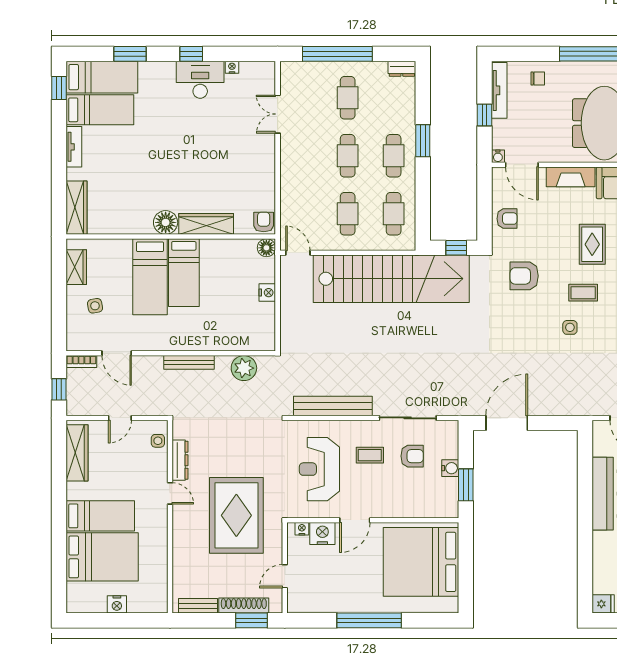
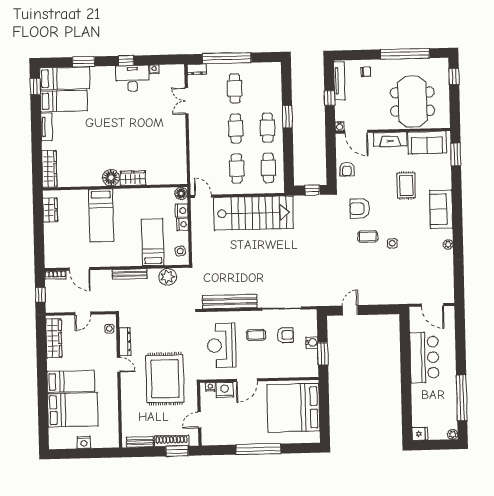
dresser: (402, 69) -> (197, 69), moved
armchair: (507, 219) -> (347, 169), turned 90
armchair: (264, 222) -> (179, 176), removed
wardrobe: (206, 224) -> (133, 178), width x0.67
bed: (184, 273) -> (153, 242), moved, turned 180
nightstand: (267, 273) -> (182, 211), added
stairs: (391, 279) -> (254, 213), width x0.73
coffee table: (583, 293) -> (368, 236), moved
side table: (95, 306) -> (180, 251), moved
door: (507, 423) -> (350, 310), width x0.53

